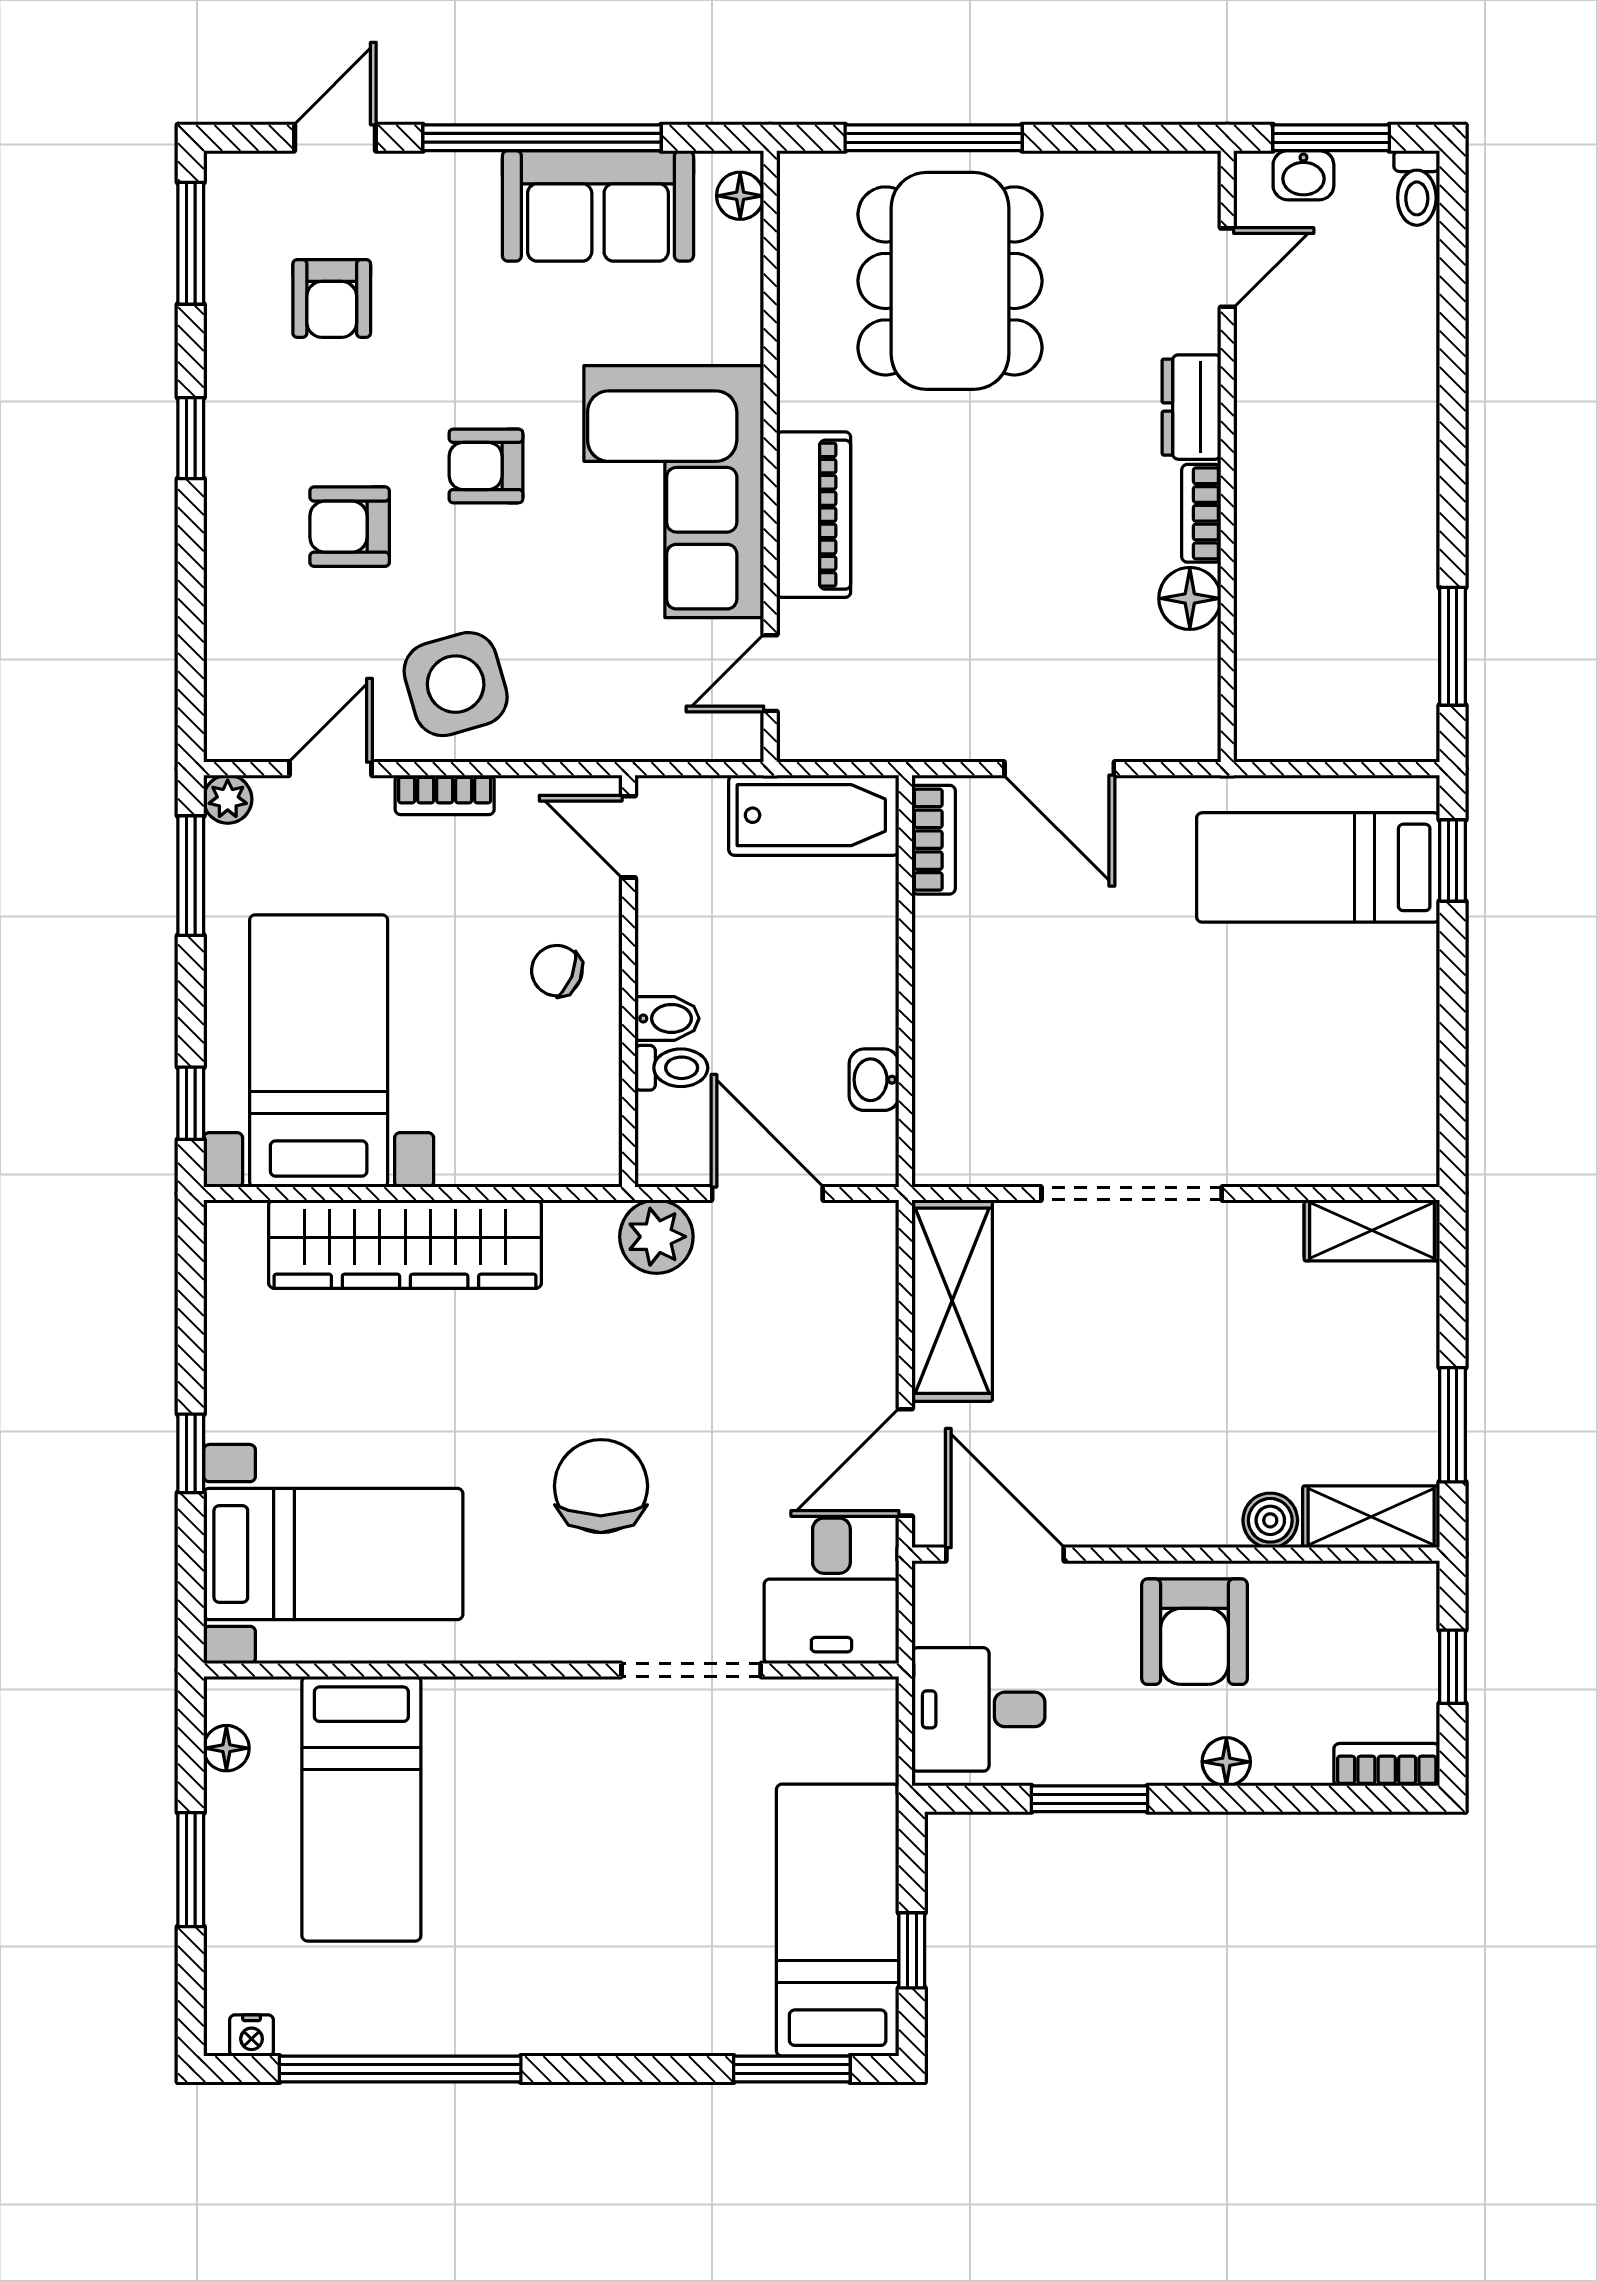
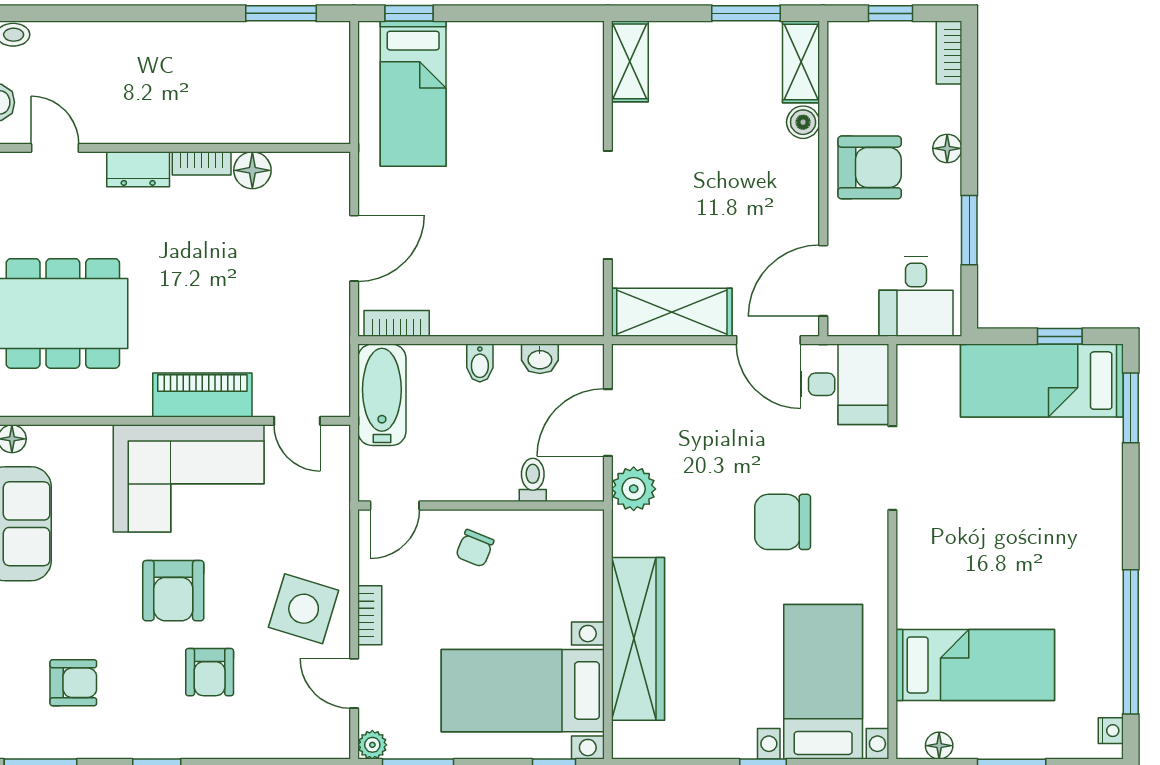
armchair: (486, 466) -> (173, 591), width x1.38, depth x1.38
side table: (456, 684) -> (304, 609), turned 33
bidet: (667, 1018) -> (480, 363), moved, turned 180

